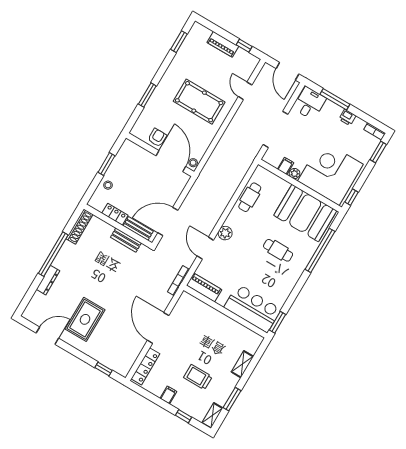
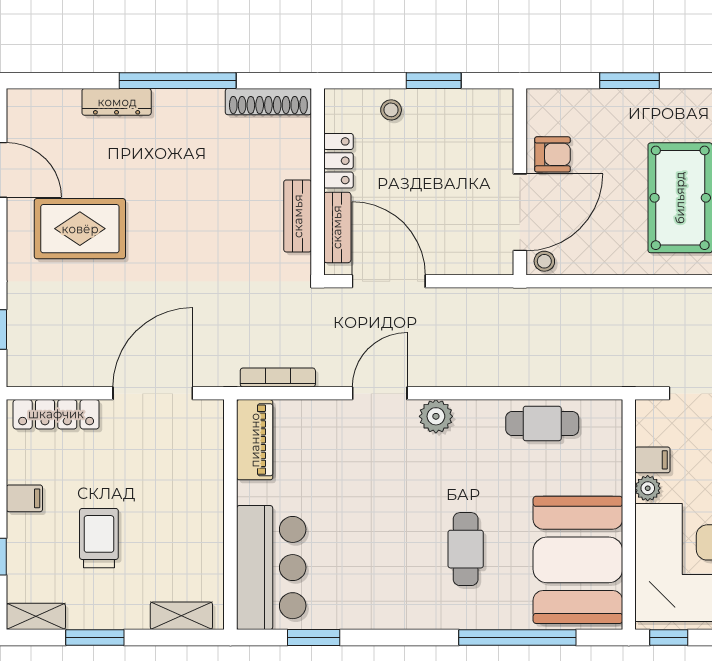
piano: (204, 288) -> (255, 440), moved
bar counter: (253, 308) -> (271, 568), moved
wall: (225, 312) -> (230, 515), moved

